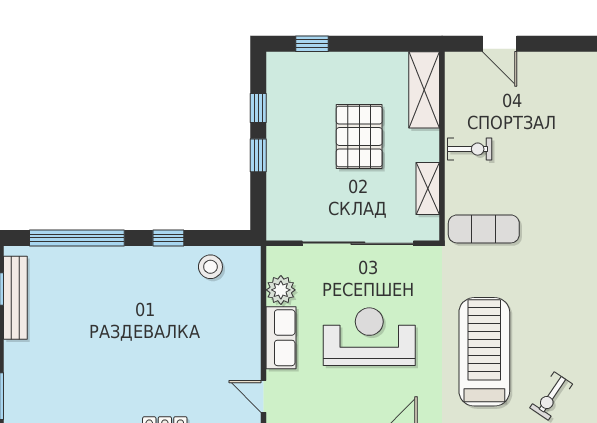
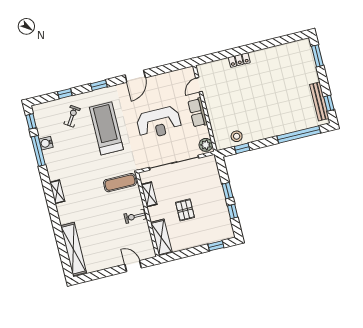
pallet: (359, 136) -> (185, 210), width x0.67, depth x0.71
window: (168, 238) -> (242, 148), moved
plant: (281, 290) -> (206, 145), moved
treadmill: (484, 352) -> (106, 128), turned 180
door: (264, 396) -> (199, 85), swing flipped

